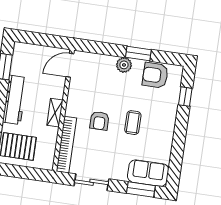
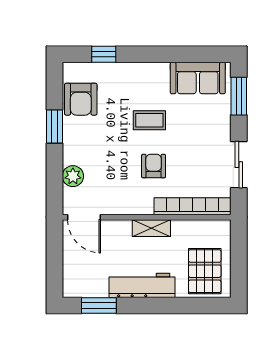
plant: (124, 65) -> (73, 176), moved
armchair: (99, 121) -> (154, 166), turned -90
sofa: (148, 173) -> (198, 78), moved, turned -90

